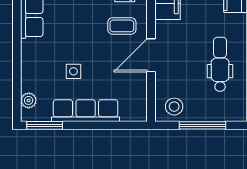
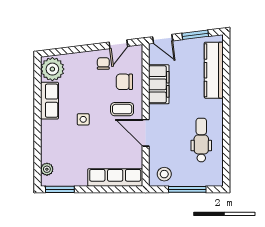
door: (151, 55) -> (146, 133), hinge flipped
side table: (73, 71) -> (83, 119), moved
row of seats: (86, 111) -> (115, 177), moved

